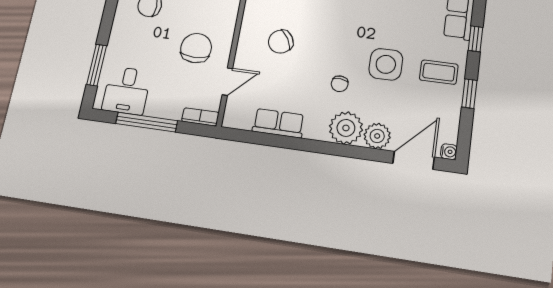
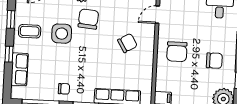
chair: (196, 48) -> (177, 52), moved
chair: (340, 84) -> (88, 19), width x1.87, depth x1.87

